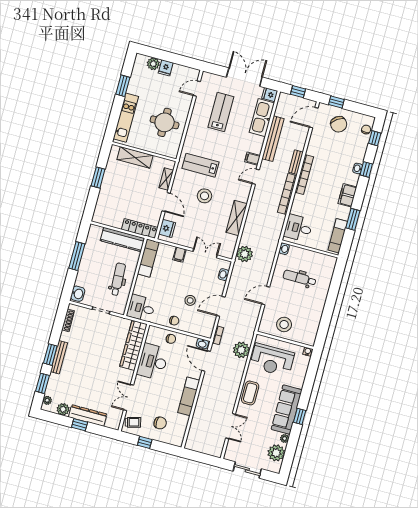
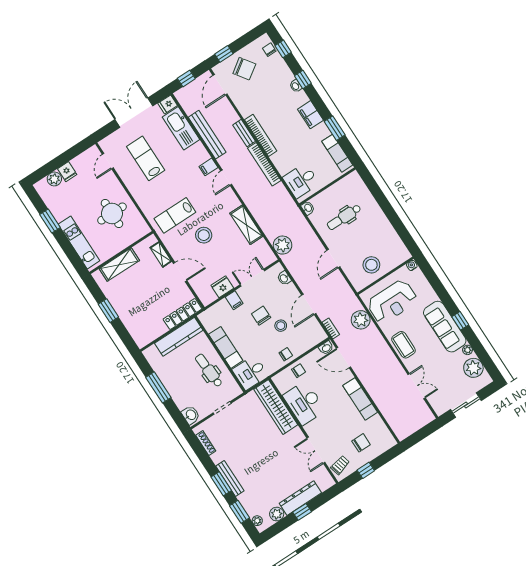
fridge: (167, 228) -> (222, 287), moved, turned -90
exam couch: (148, 258) -> (226, 347), moved
chair: (185, 282) -> (261, 316), added

